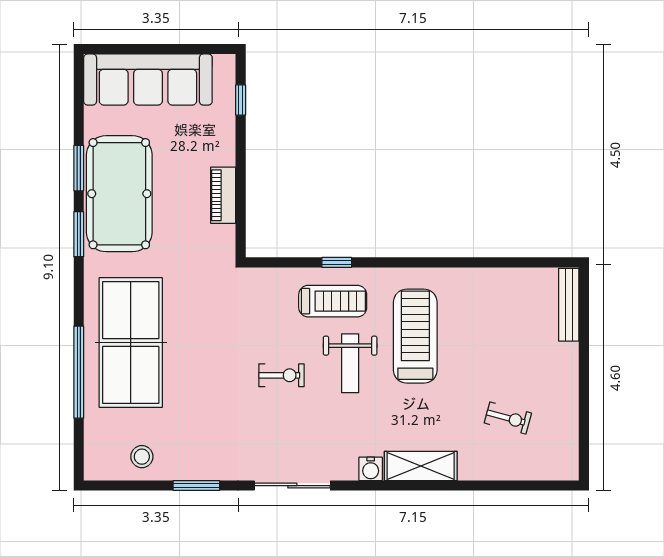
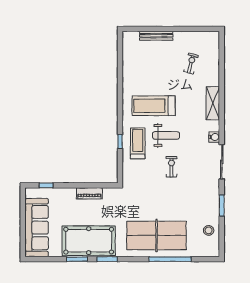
bench: (569, 305) -> (156, 36), moved
water cooler: (371, 469) -> (214, 137), moved

